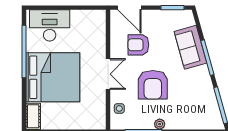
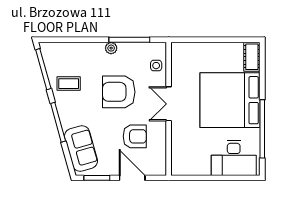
door: (129, 8) -> (132, 178), moved
sofa: (190, 47) -> (81, 149), moved
armchair: (153, 85) -> (119, 92), turned -90
coffee table: (198, 92) -> (69, 84), added

